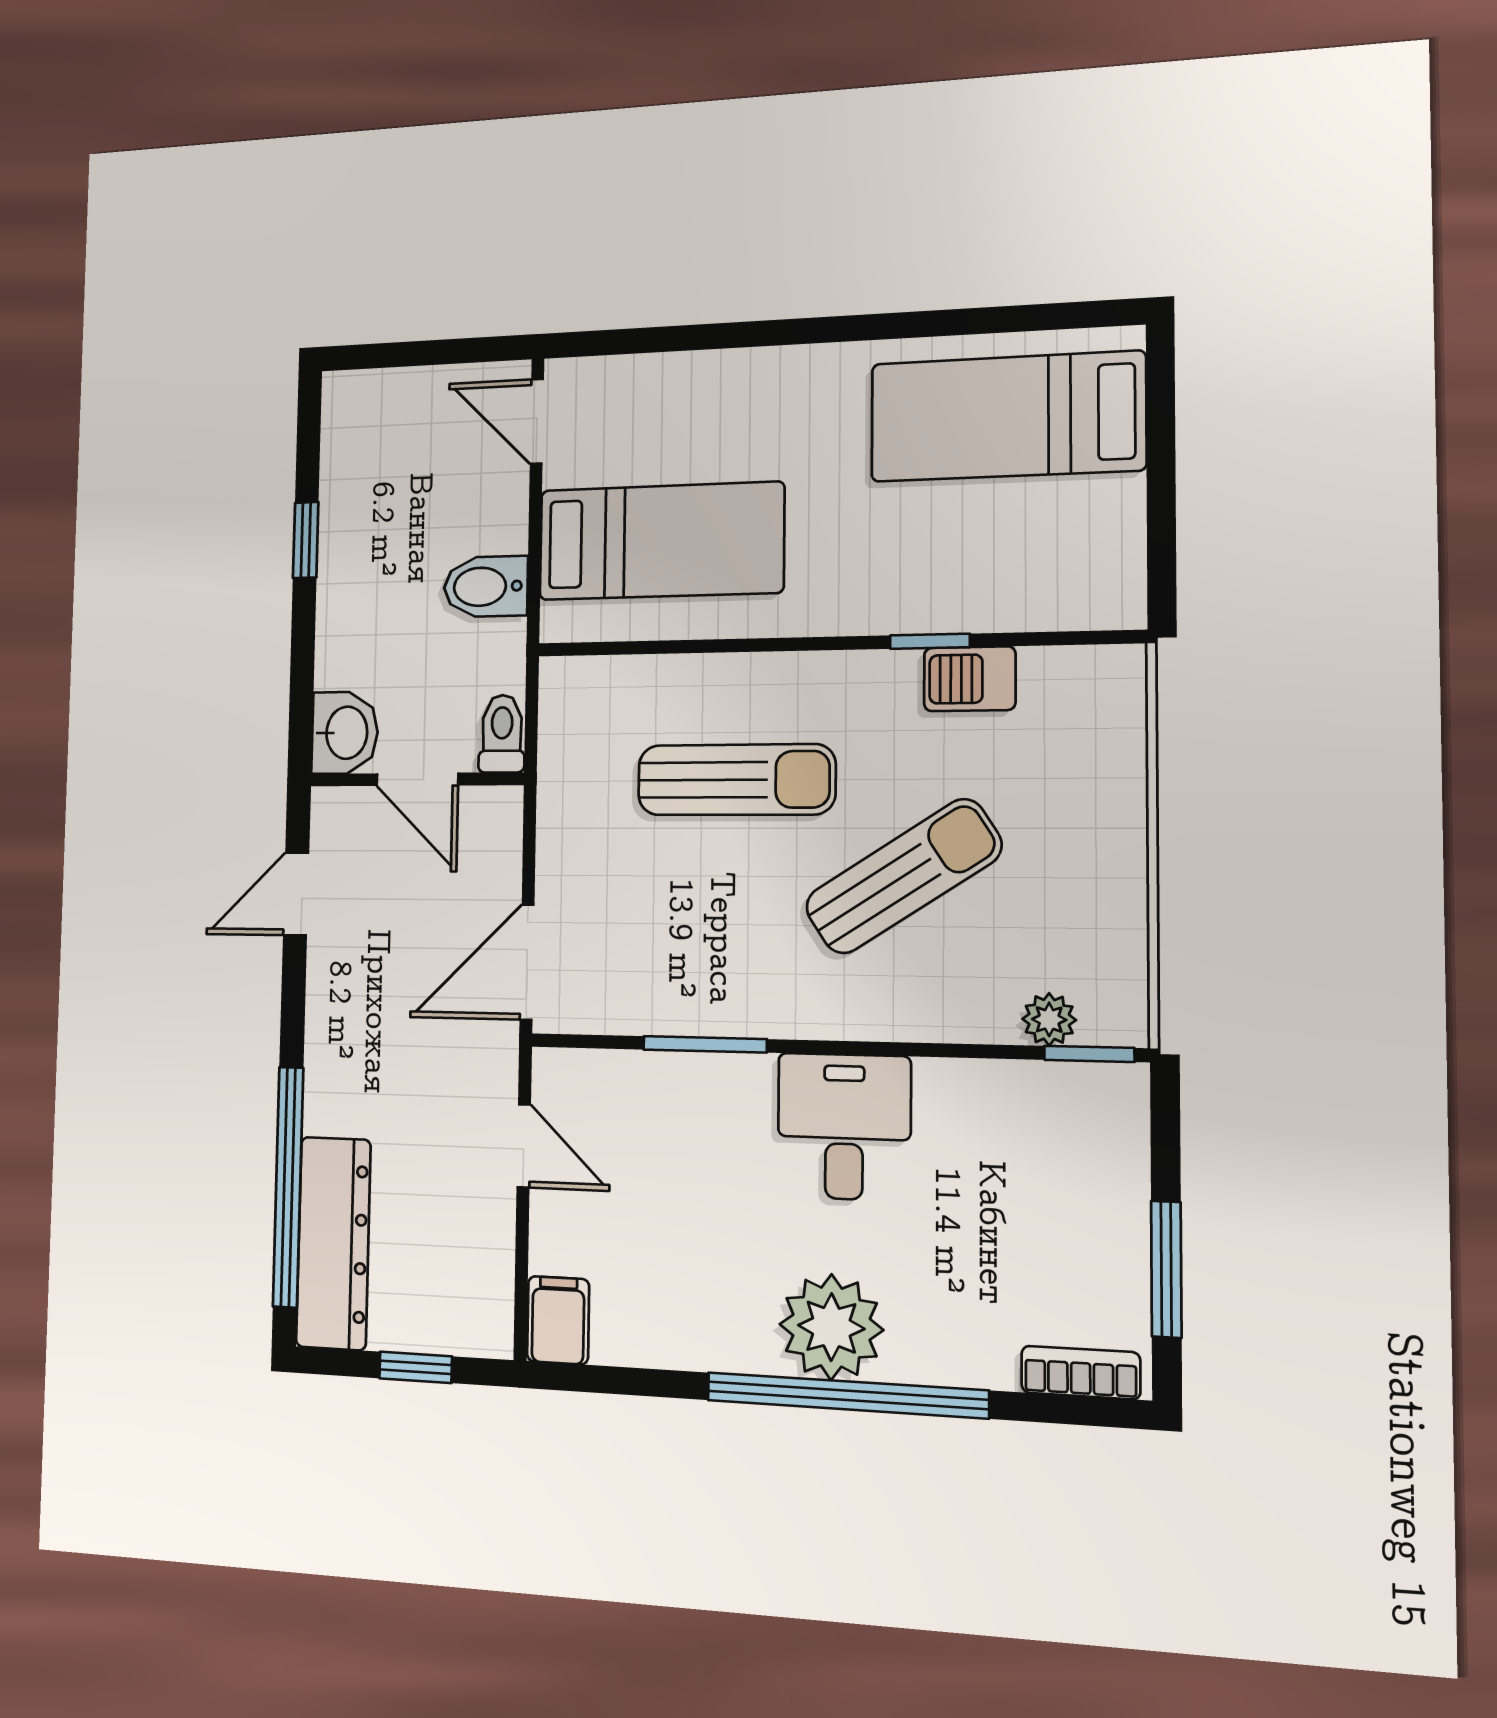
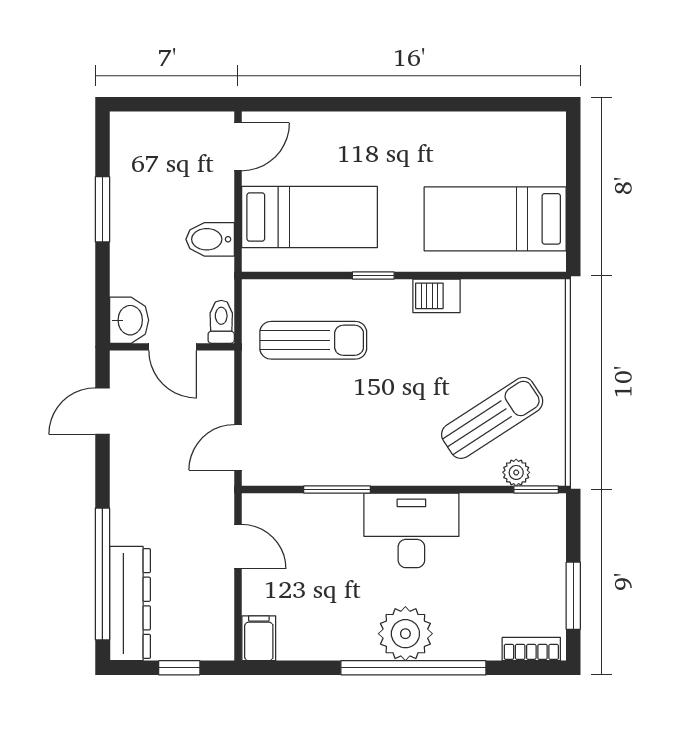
bed: (1007, 417) -> (495, 219), moved
door: (537, 421) -> (238, 147), swing flipped
window: (306, 540) -> (102, 209), width x1.50
window: (930, 641) -> (373, 275), moved
barbecue: (970, 679) -> (436, 296), moved
sun lounger: (736, 780) -> (313, 340), moved
sun lounger: (903, 876) -> (492, 418), moved
door: (527, 962) -> (238, 447), width x0.73
desk: (844, 1127) -> (411, 530), width x1.37

